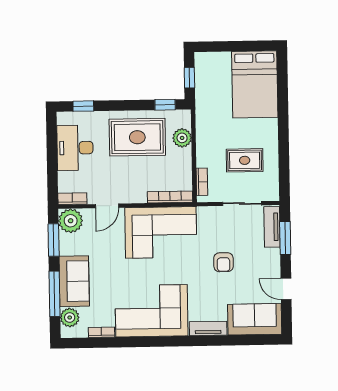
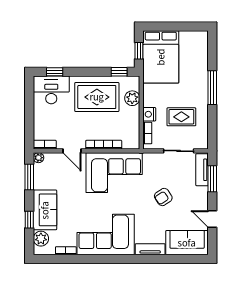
bed: (255, 84) -> (161, 57), moved
window: (283, 123) -> (212, 88), added
desk: (75, 148) -> (51, 90), moved, turned 90
nightstand: (204, 158) -> (149, 114), added
bookcase: (170, 197) -> (104, 145), moved
door: (107, 206) -> (72, 151), hinge flipped
plant: (71, 221) -> (38, 158), width x0.53, depth x0.53
armchair: (223, 262) -> (163, 197), turned 56
window: (55, 294) -> (29, 220), width x0.46

